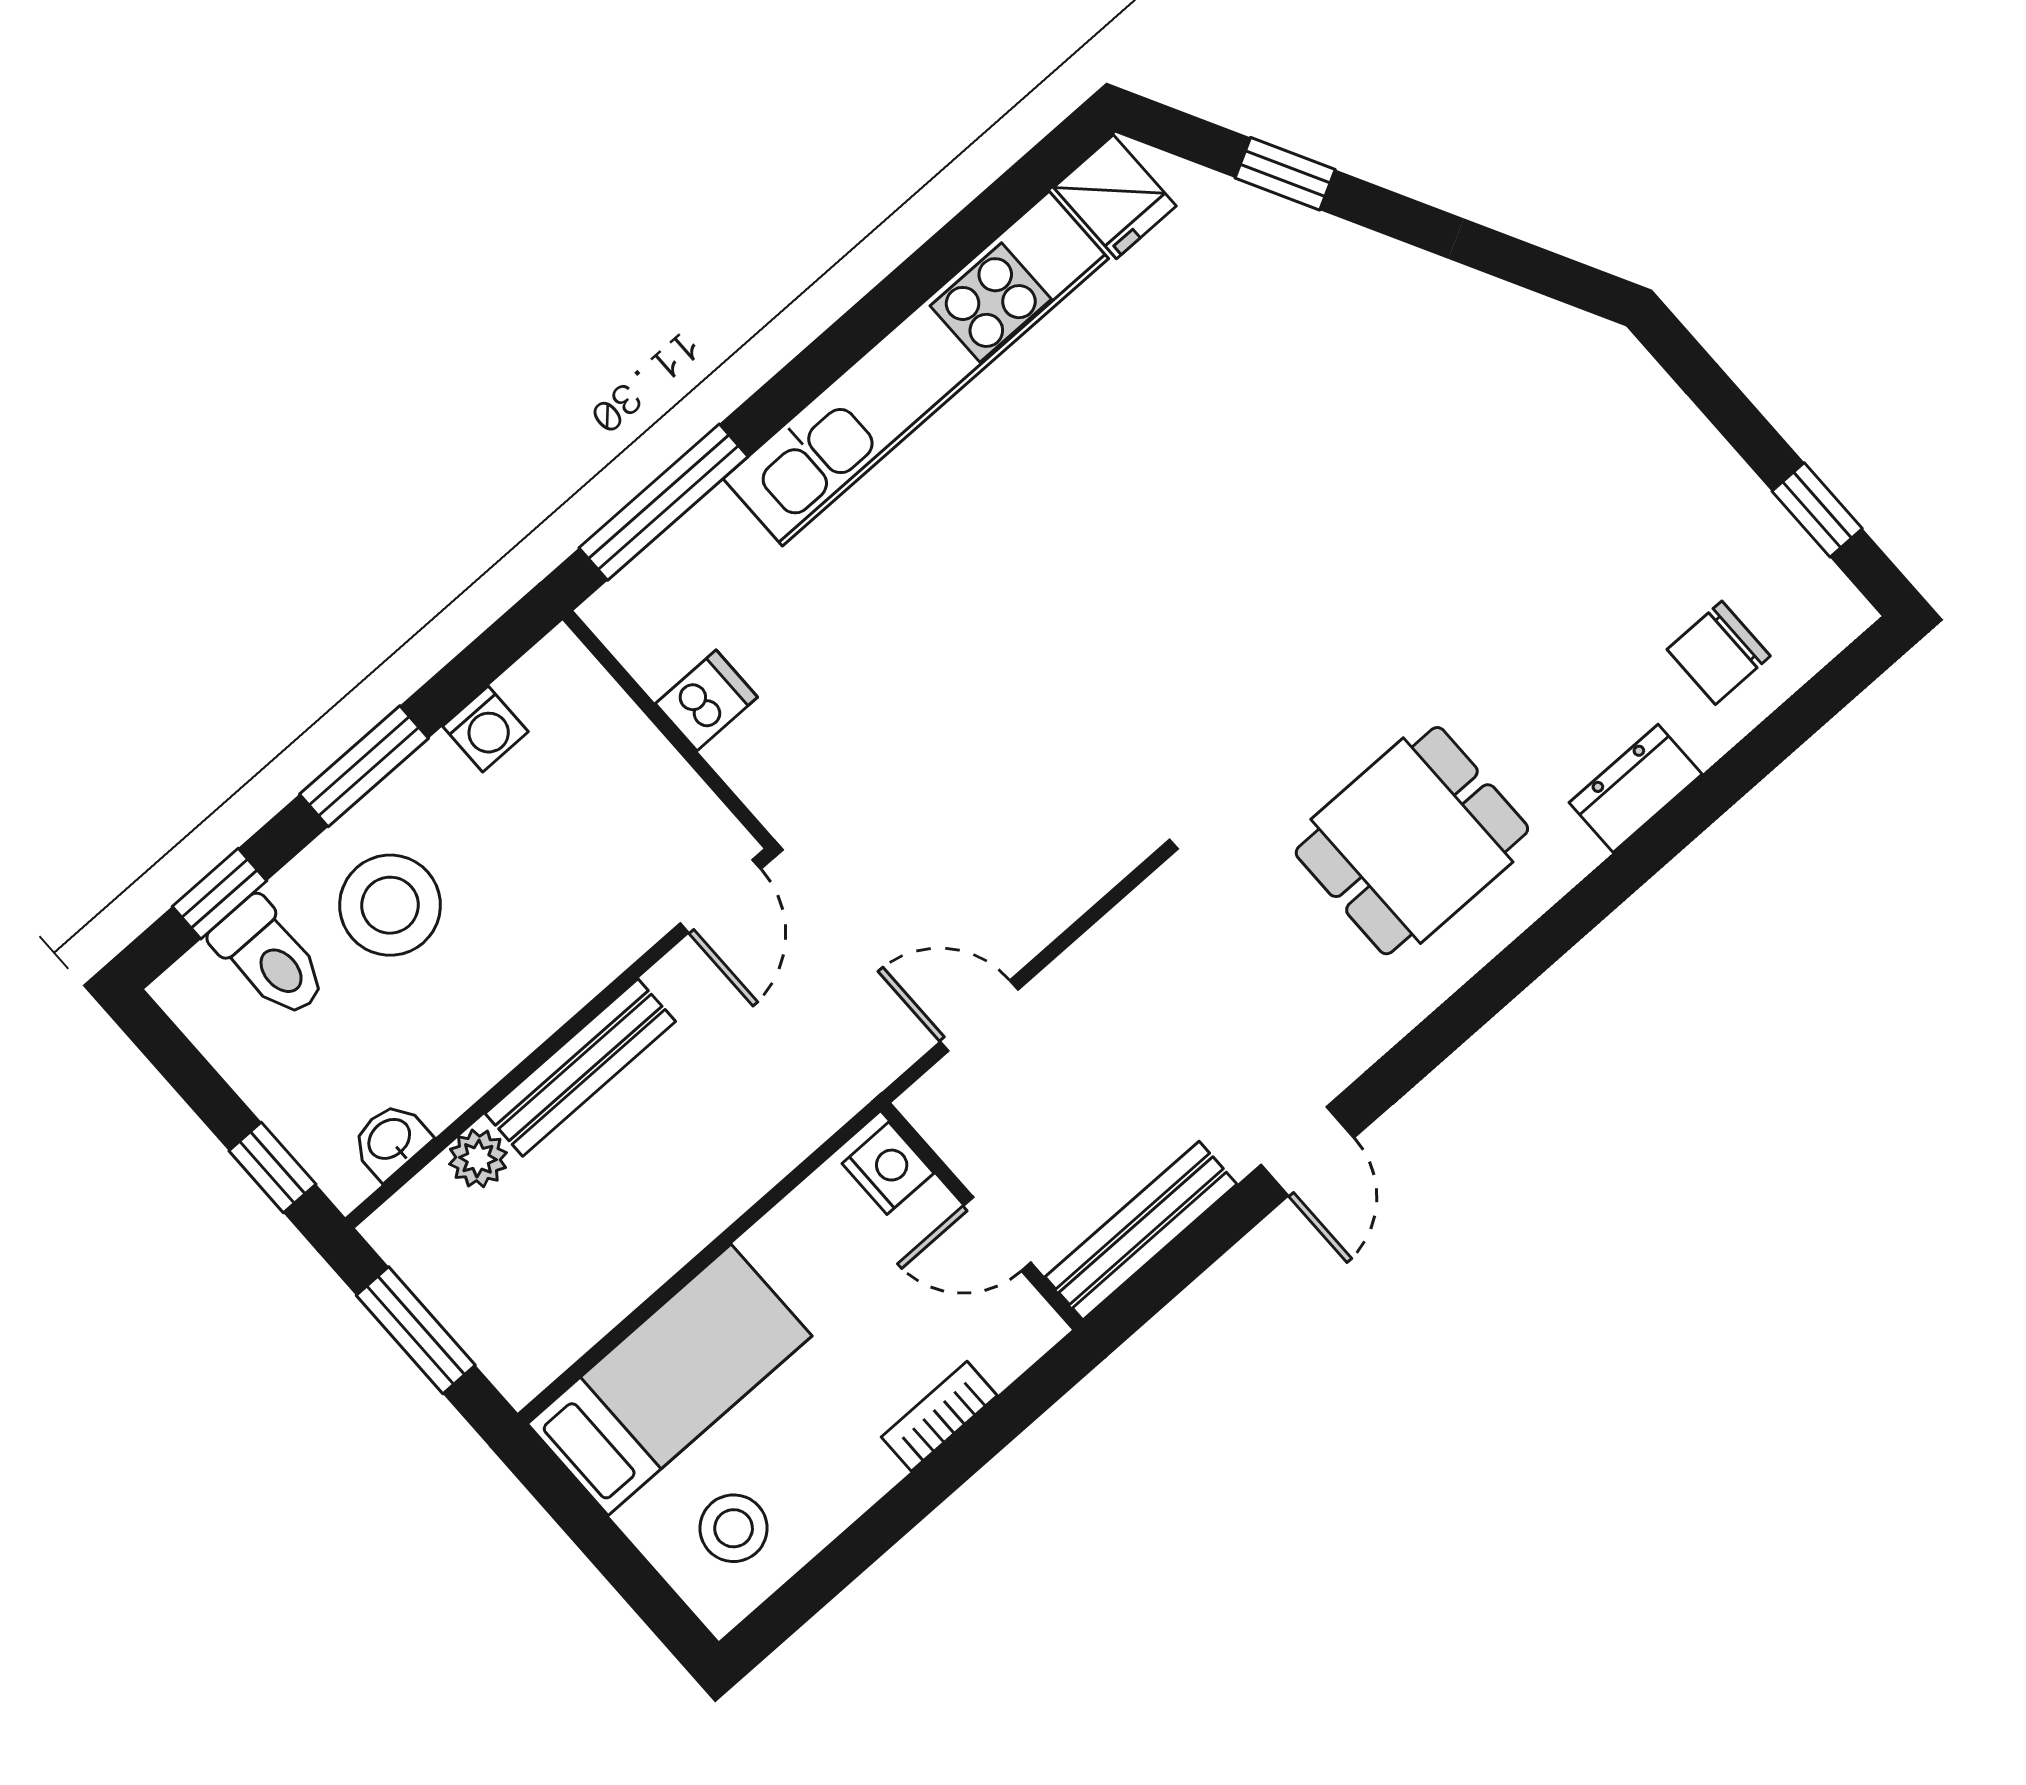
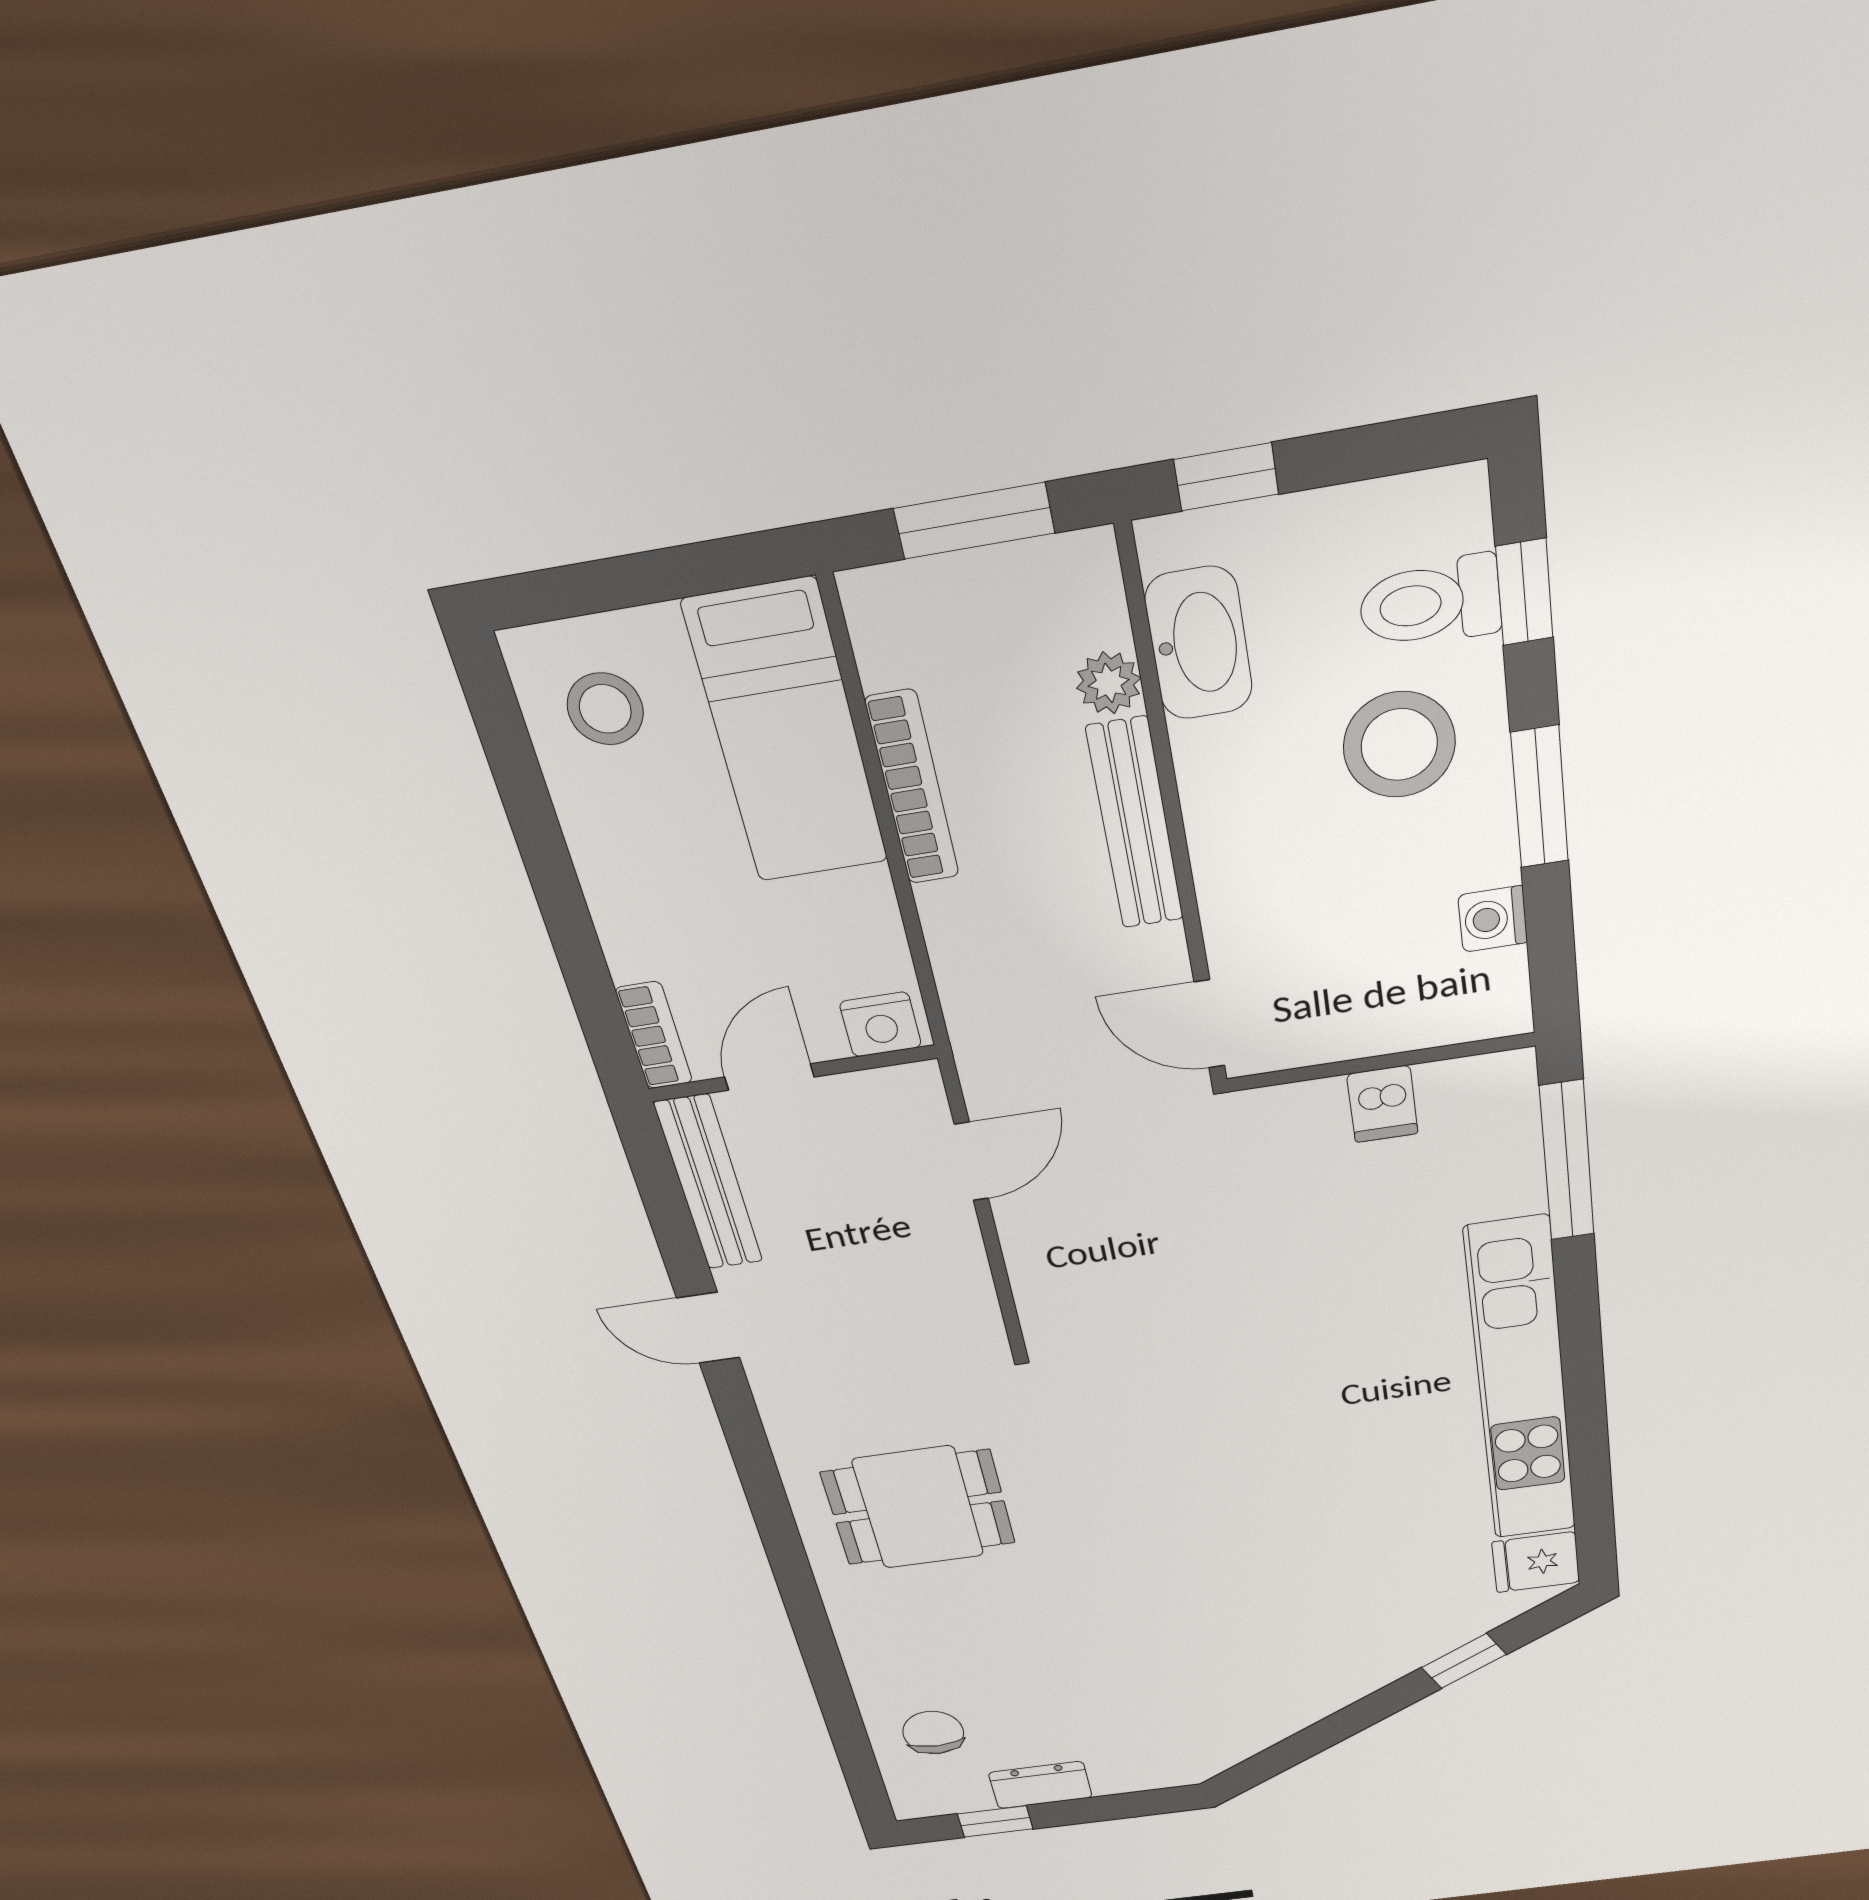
dresser: (1636, 788) -> (1040, 1785), moved, turned -90
dining table: (1412, 841) -> (918, 1508), turned 90
washbasin: (390, 1140) -> (1199, 643), width x1.91, depth x1.45
bookcase: (656, 1259) -> (912, 788), added
bookcase: (939, 1416) -> (654, 1035), moved

